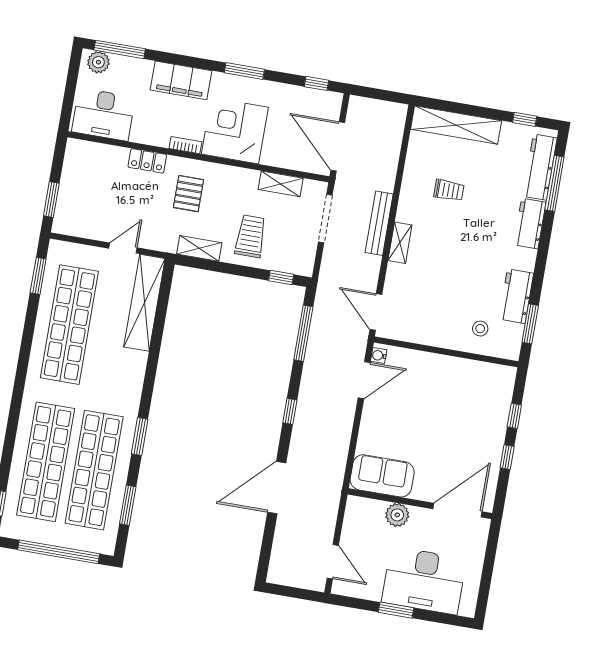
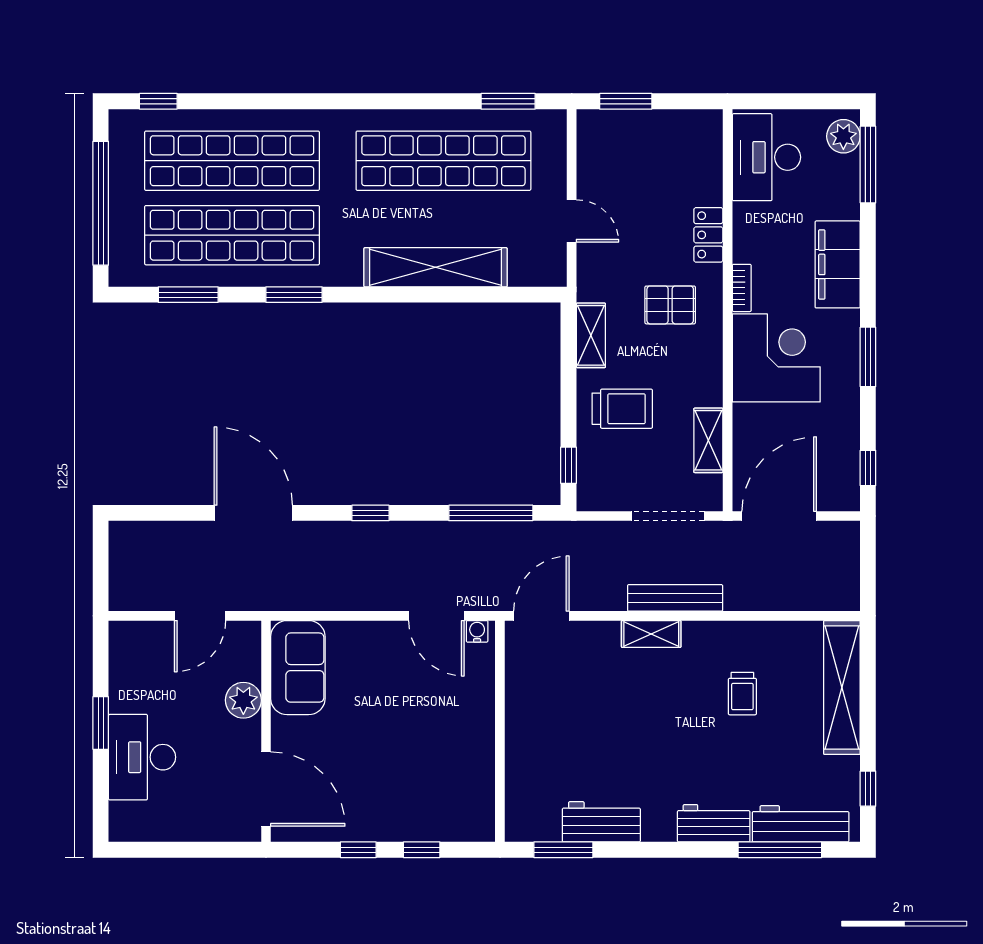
shelving: (144, 303) -> (436, 267), moved
stool: (480, 329) -> (544, 776), removed
door: (333, 562) -> (200, 616), moved
desk: (424, 581) -> (142, 757), width x0.73, depth x0.77

